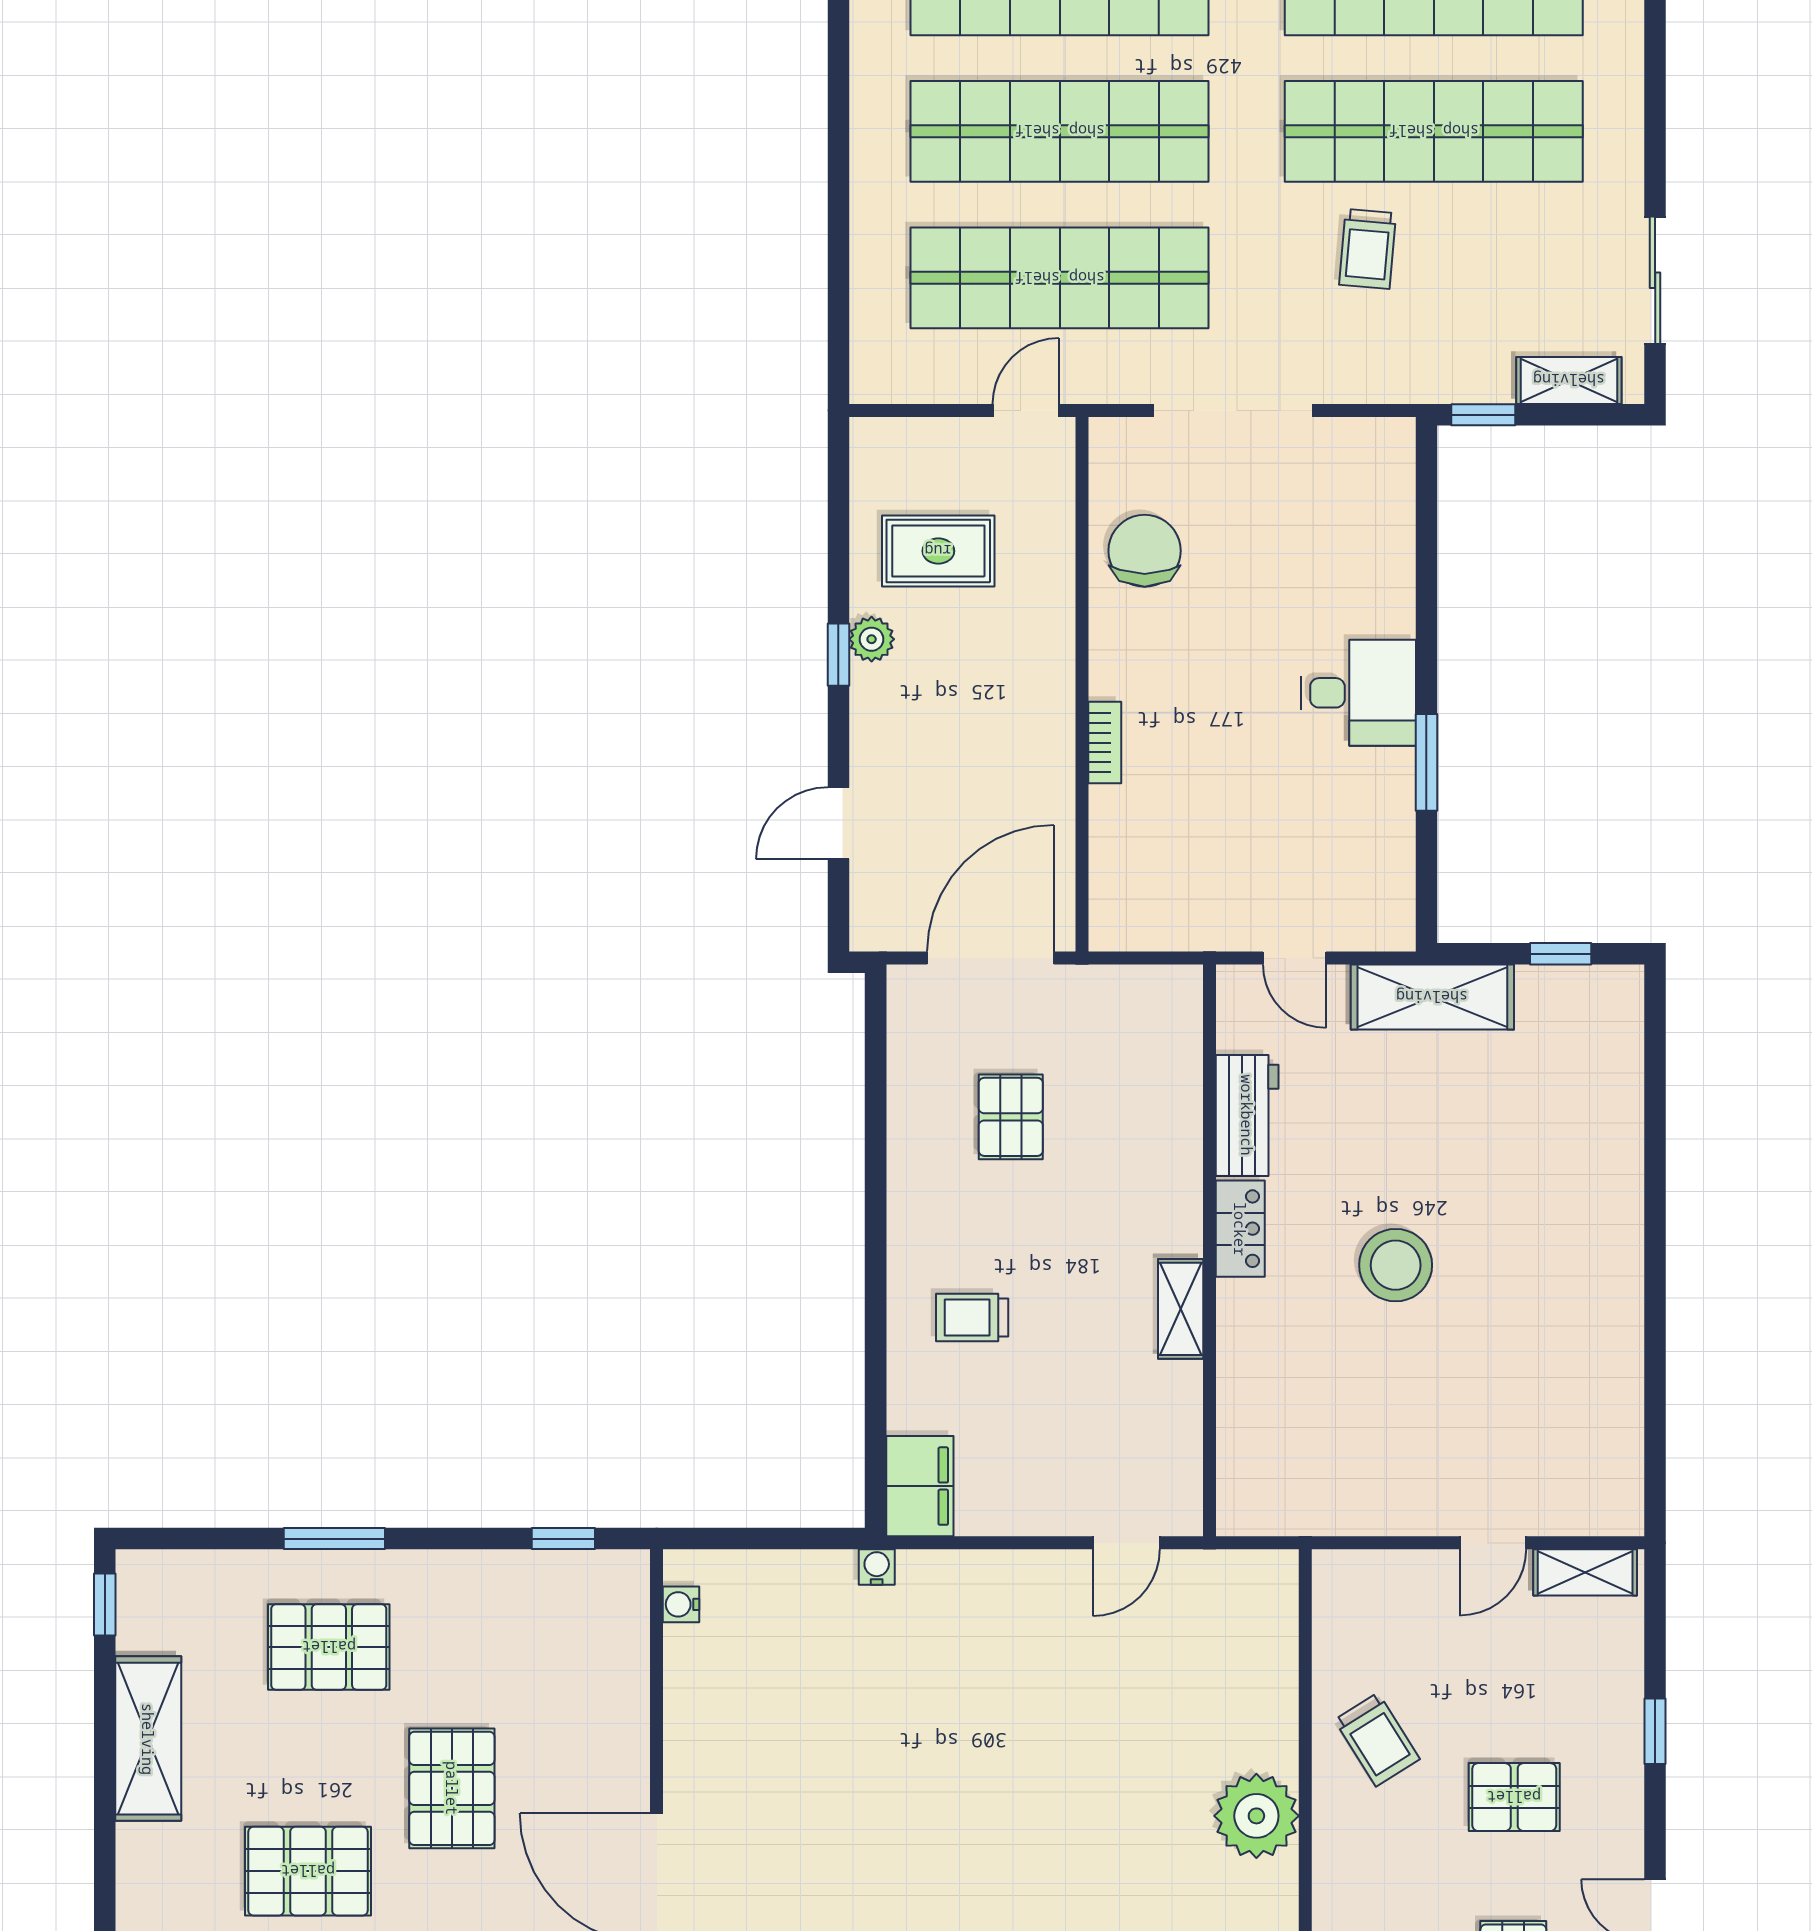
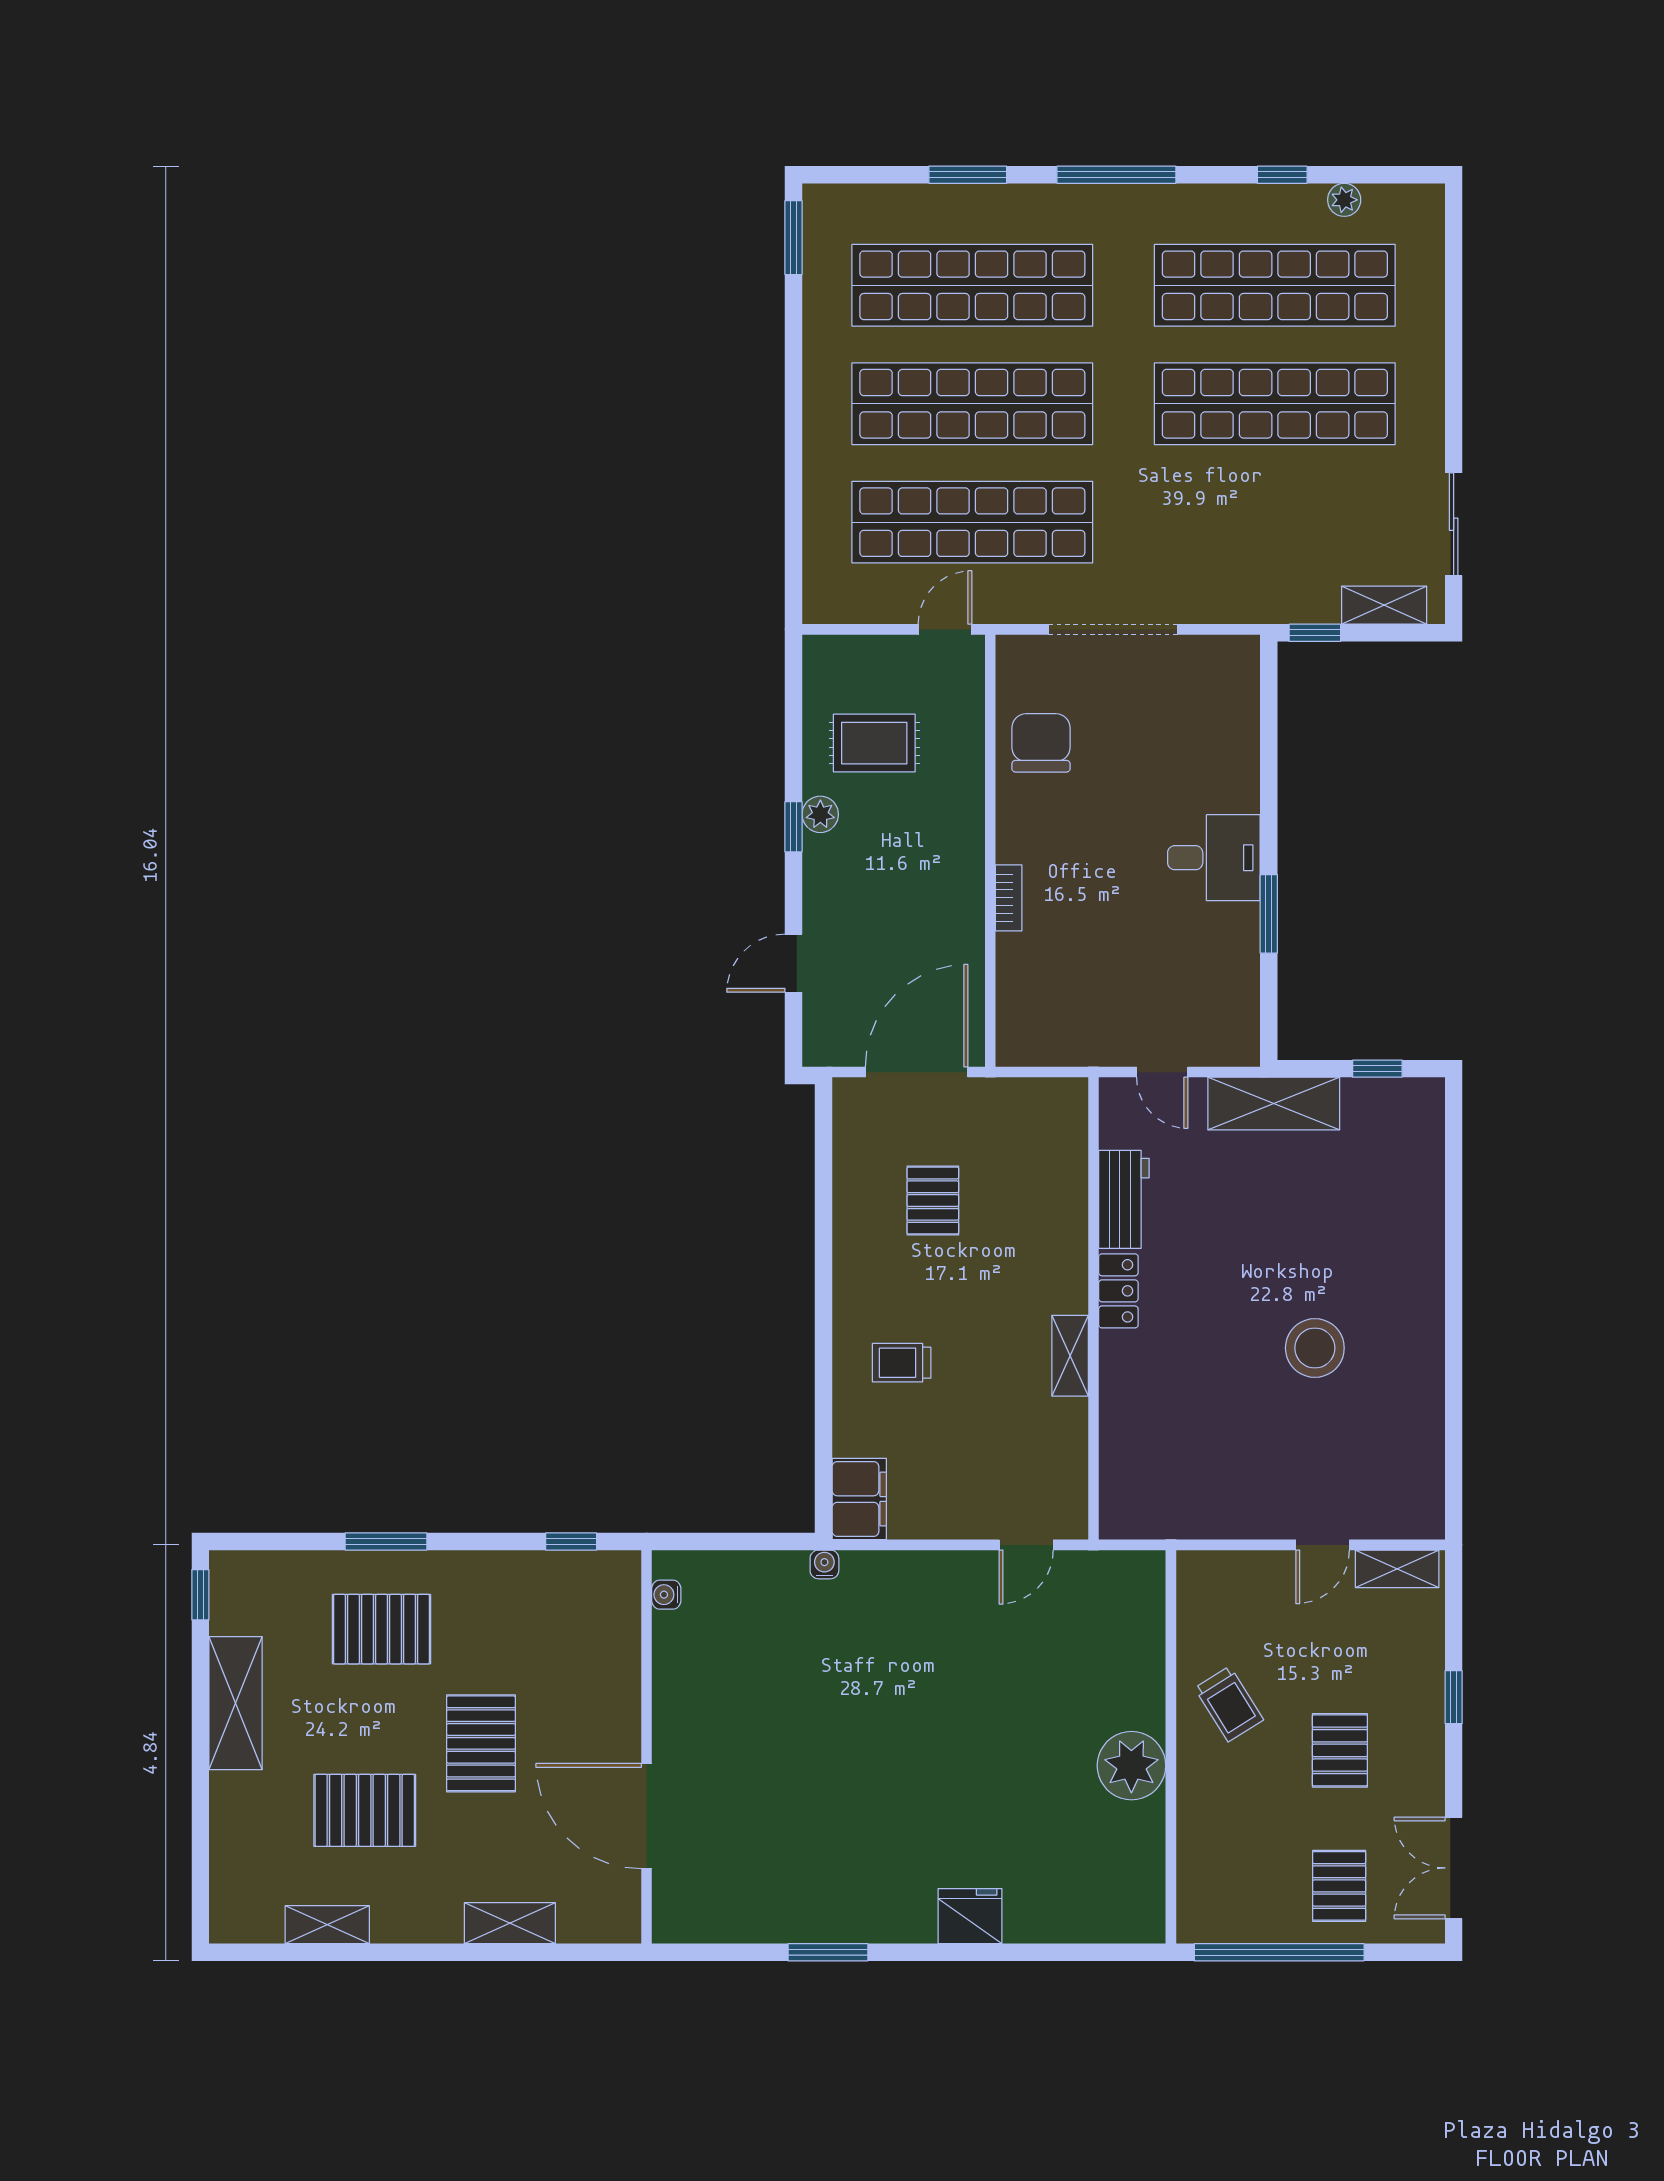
trolley: (1368, 249) -> (1221, 499), removed
stool: (1396, 1265) -> (1315, 1348), moved
pallet: (1514, 1797) -> (1340, 1750), turned 90

